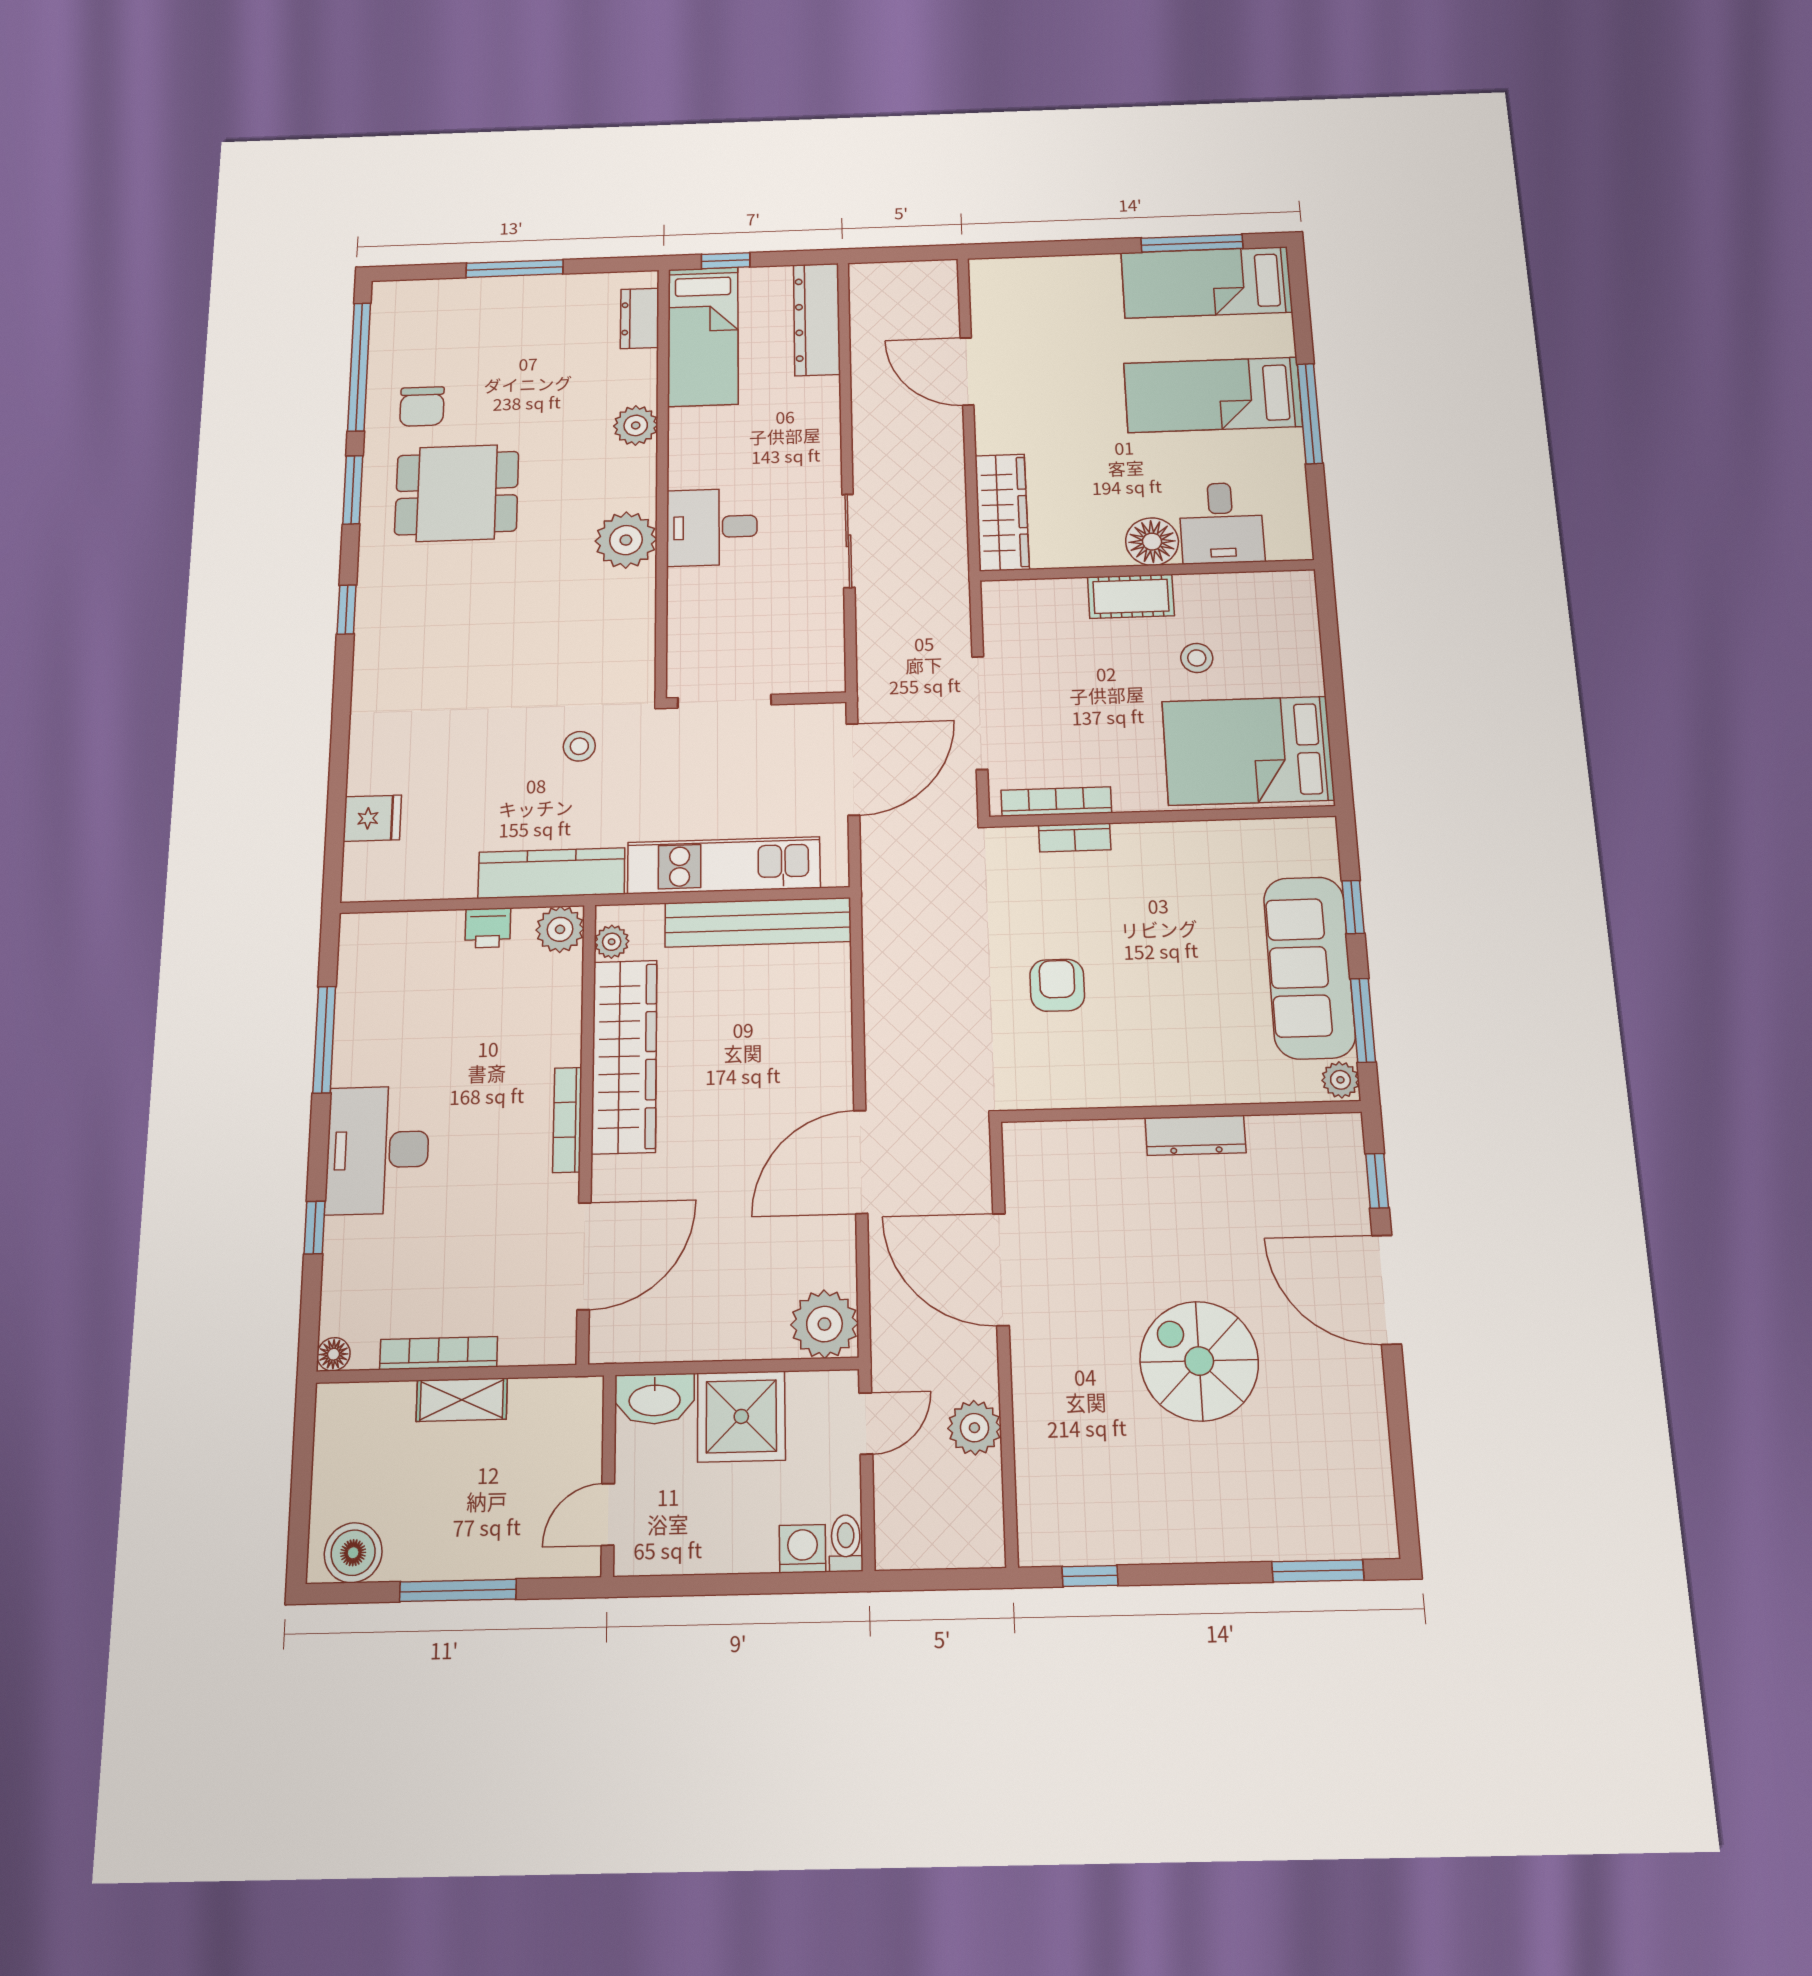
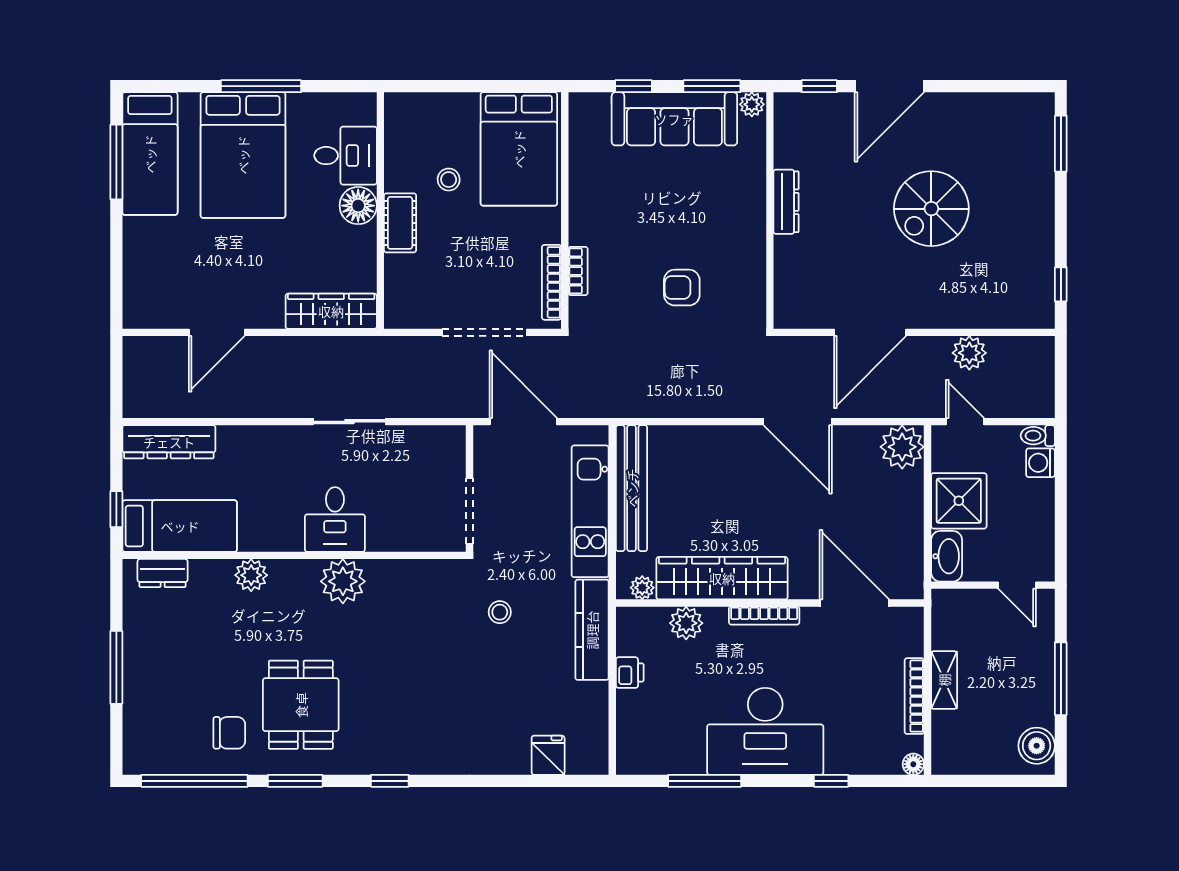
bed: (1213, 395) -> (243, 155), width x1.50
plant: (560, 929) -> (686, 623), moved
desk: (378, 1150) -> (765, 731), width x1.36, depth x1.30

